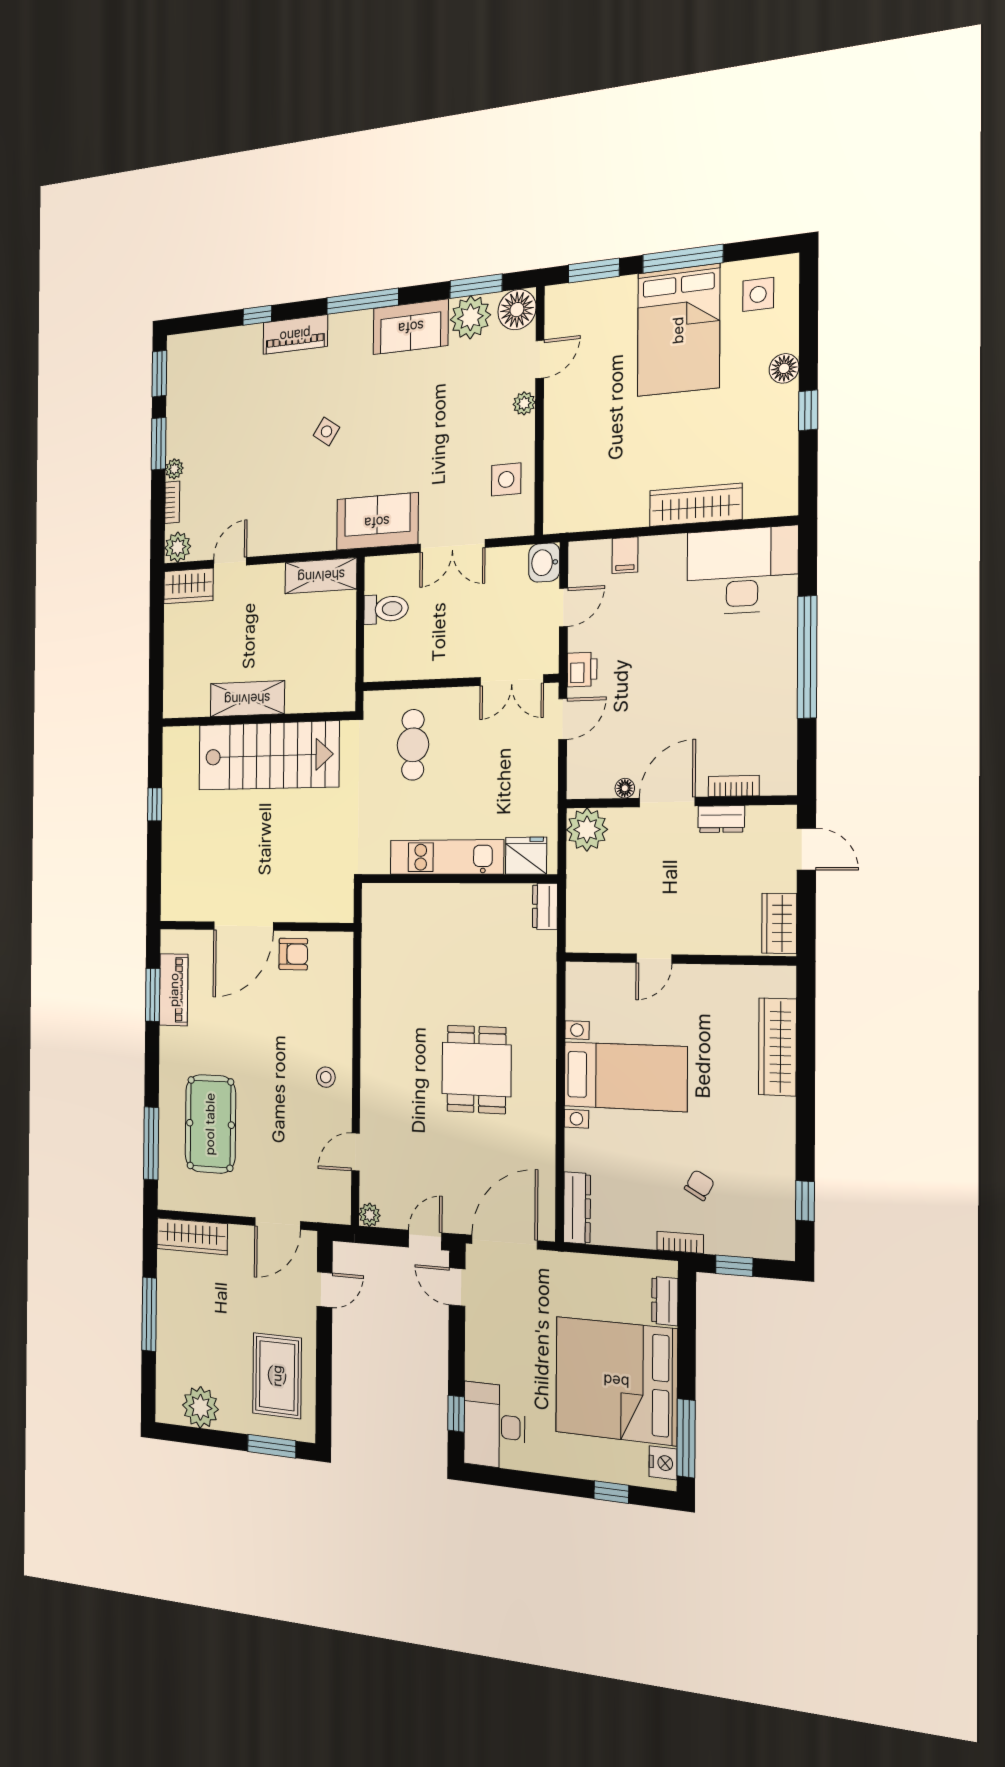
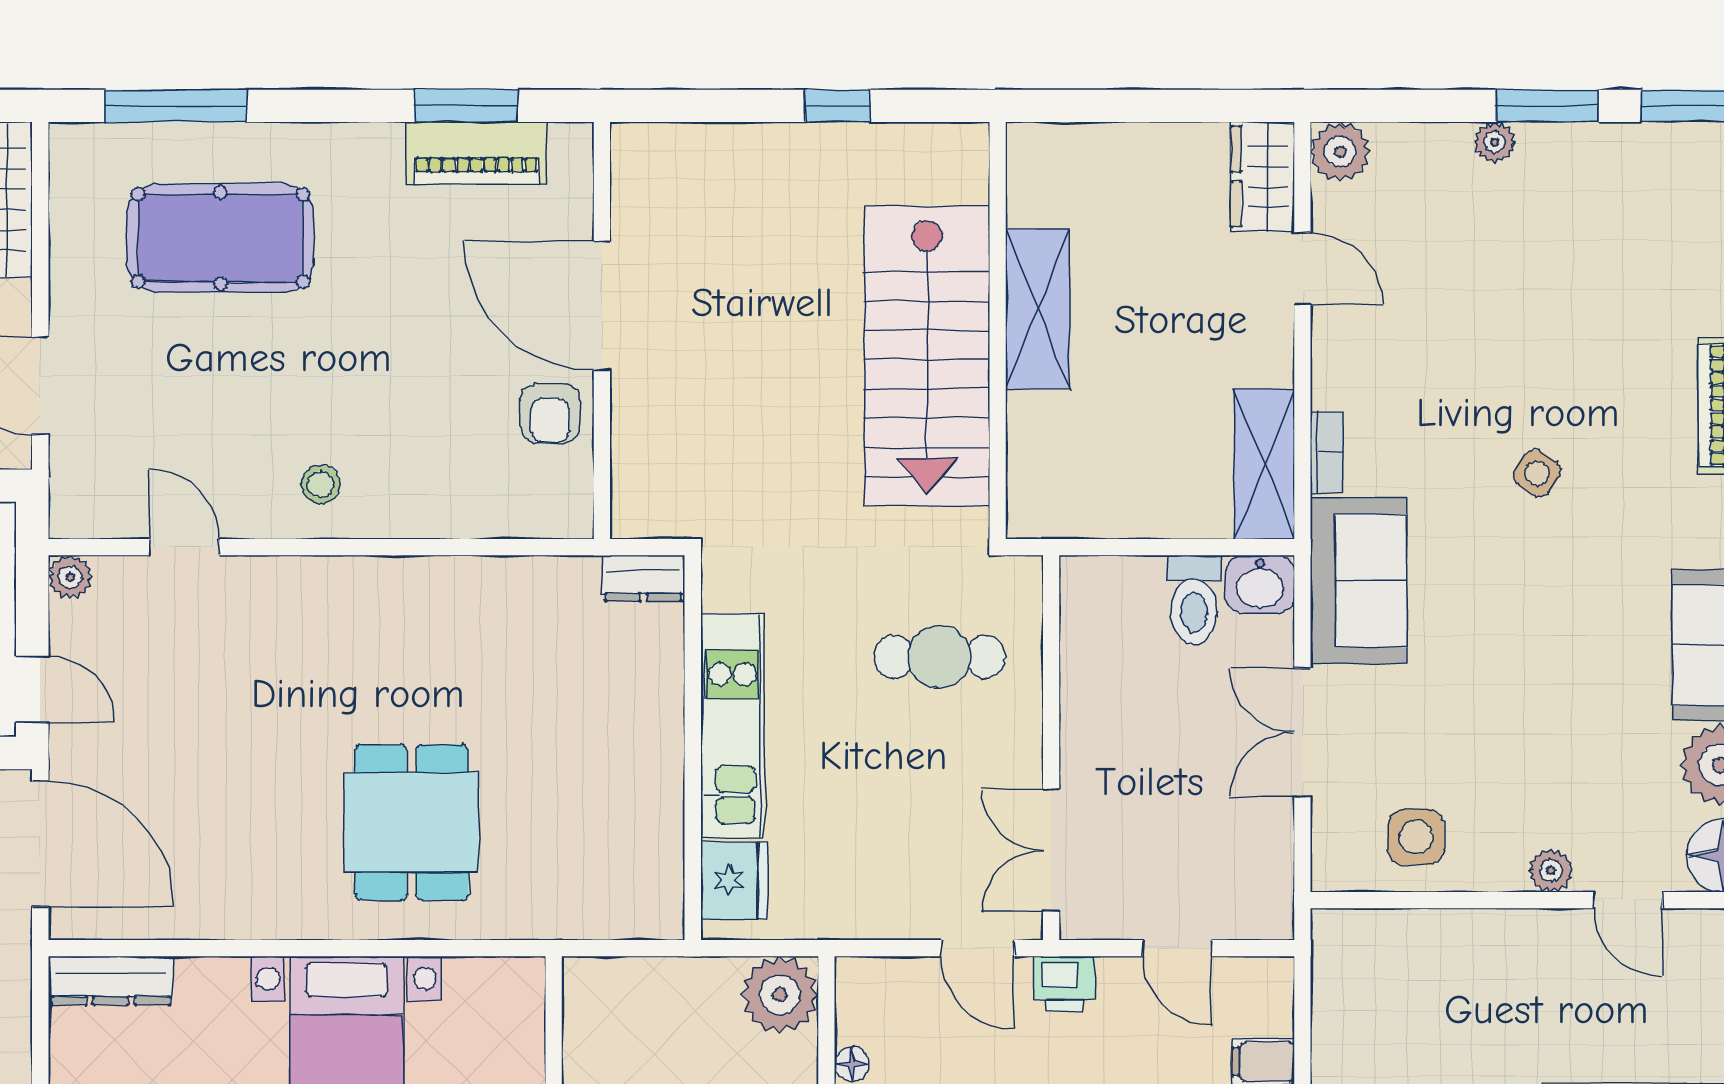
bookcase: (172, 502) -> (1327, 453), moved, turned -90
washbasin: (544, 563) -> (1260, 584), moved, turned 180
dresser: (545, 906) -> (643, 578), moved, turned 180
dining table: (476, 1069) -> (412, 822), moved, turned 90

